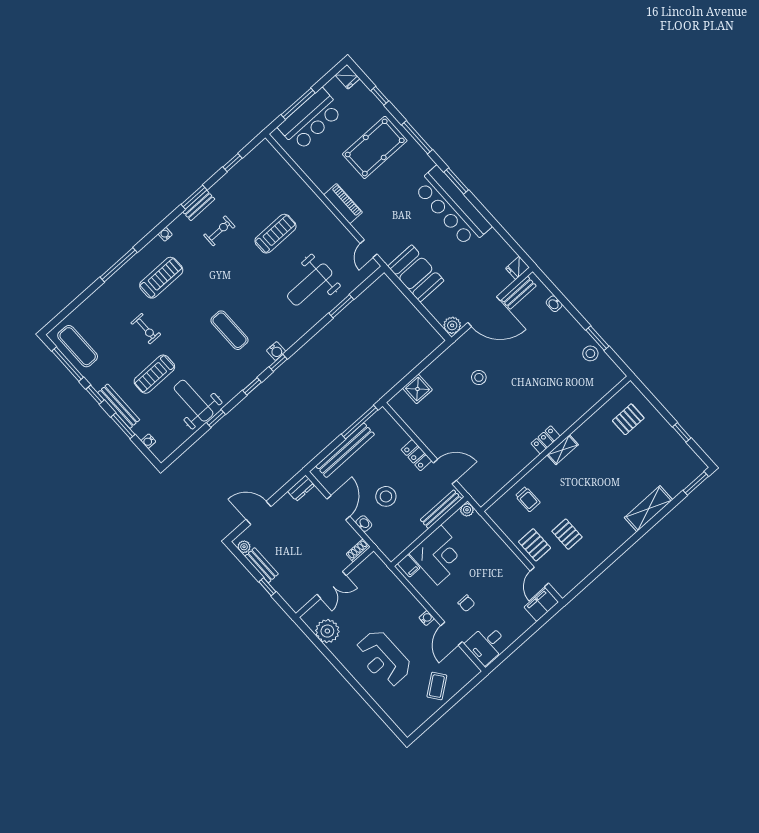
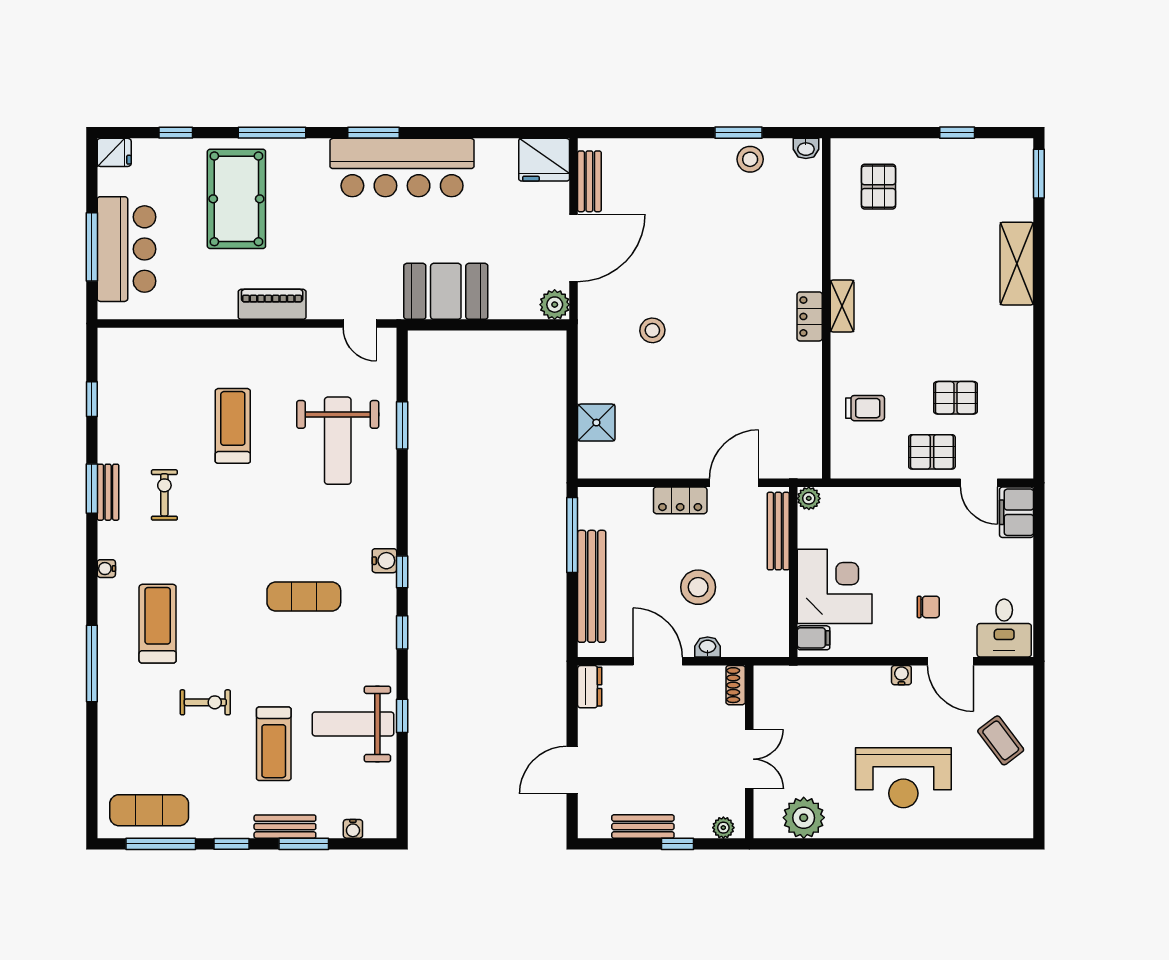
fridge: (517, 268) -> (544, 160), width x1.88, depth x1.34
washbasin: (554, 304) -> (806, 148), moved
bench: (119, 406) -> (285, 827), width x0.73
plant: (244, 547) -> (723, 828), moved

